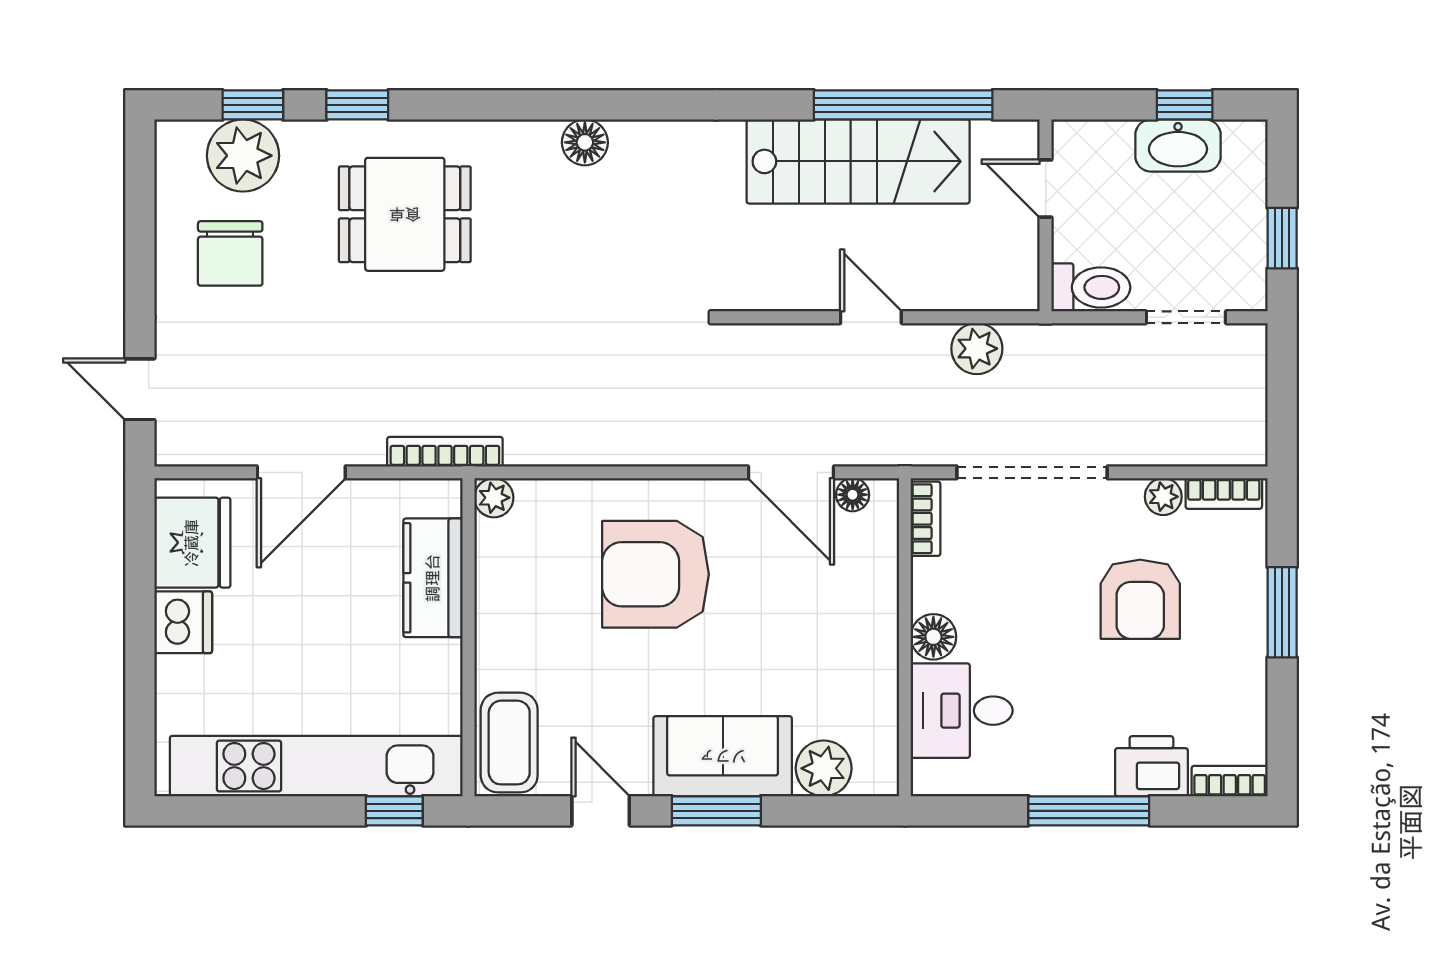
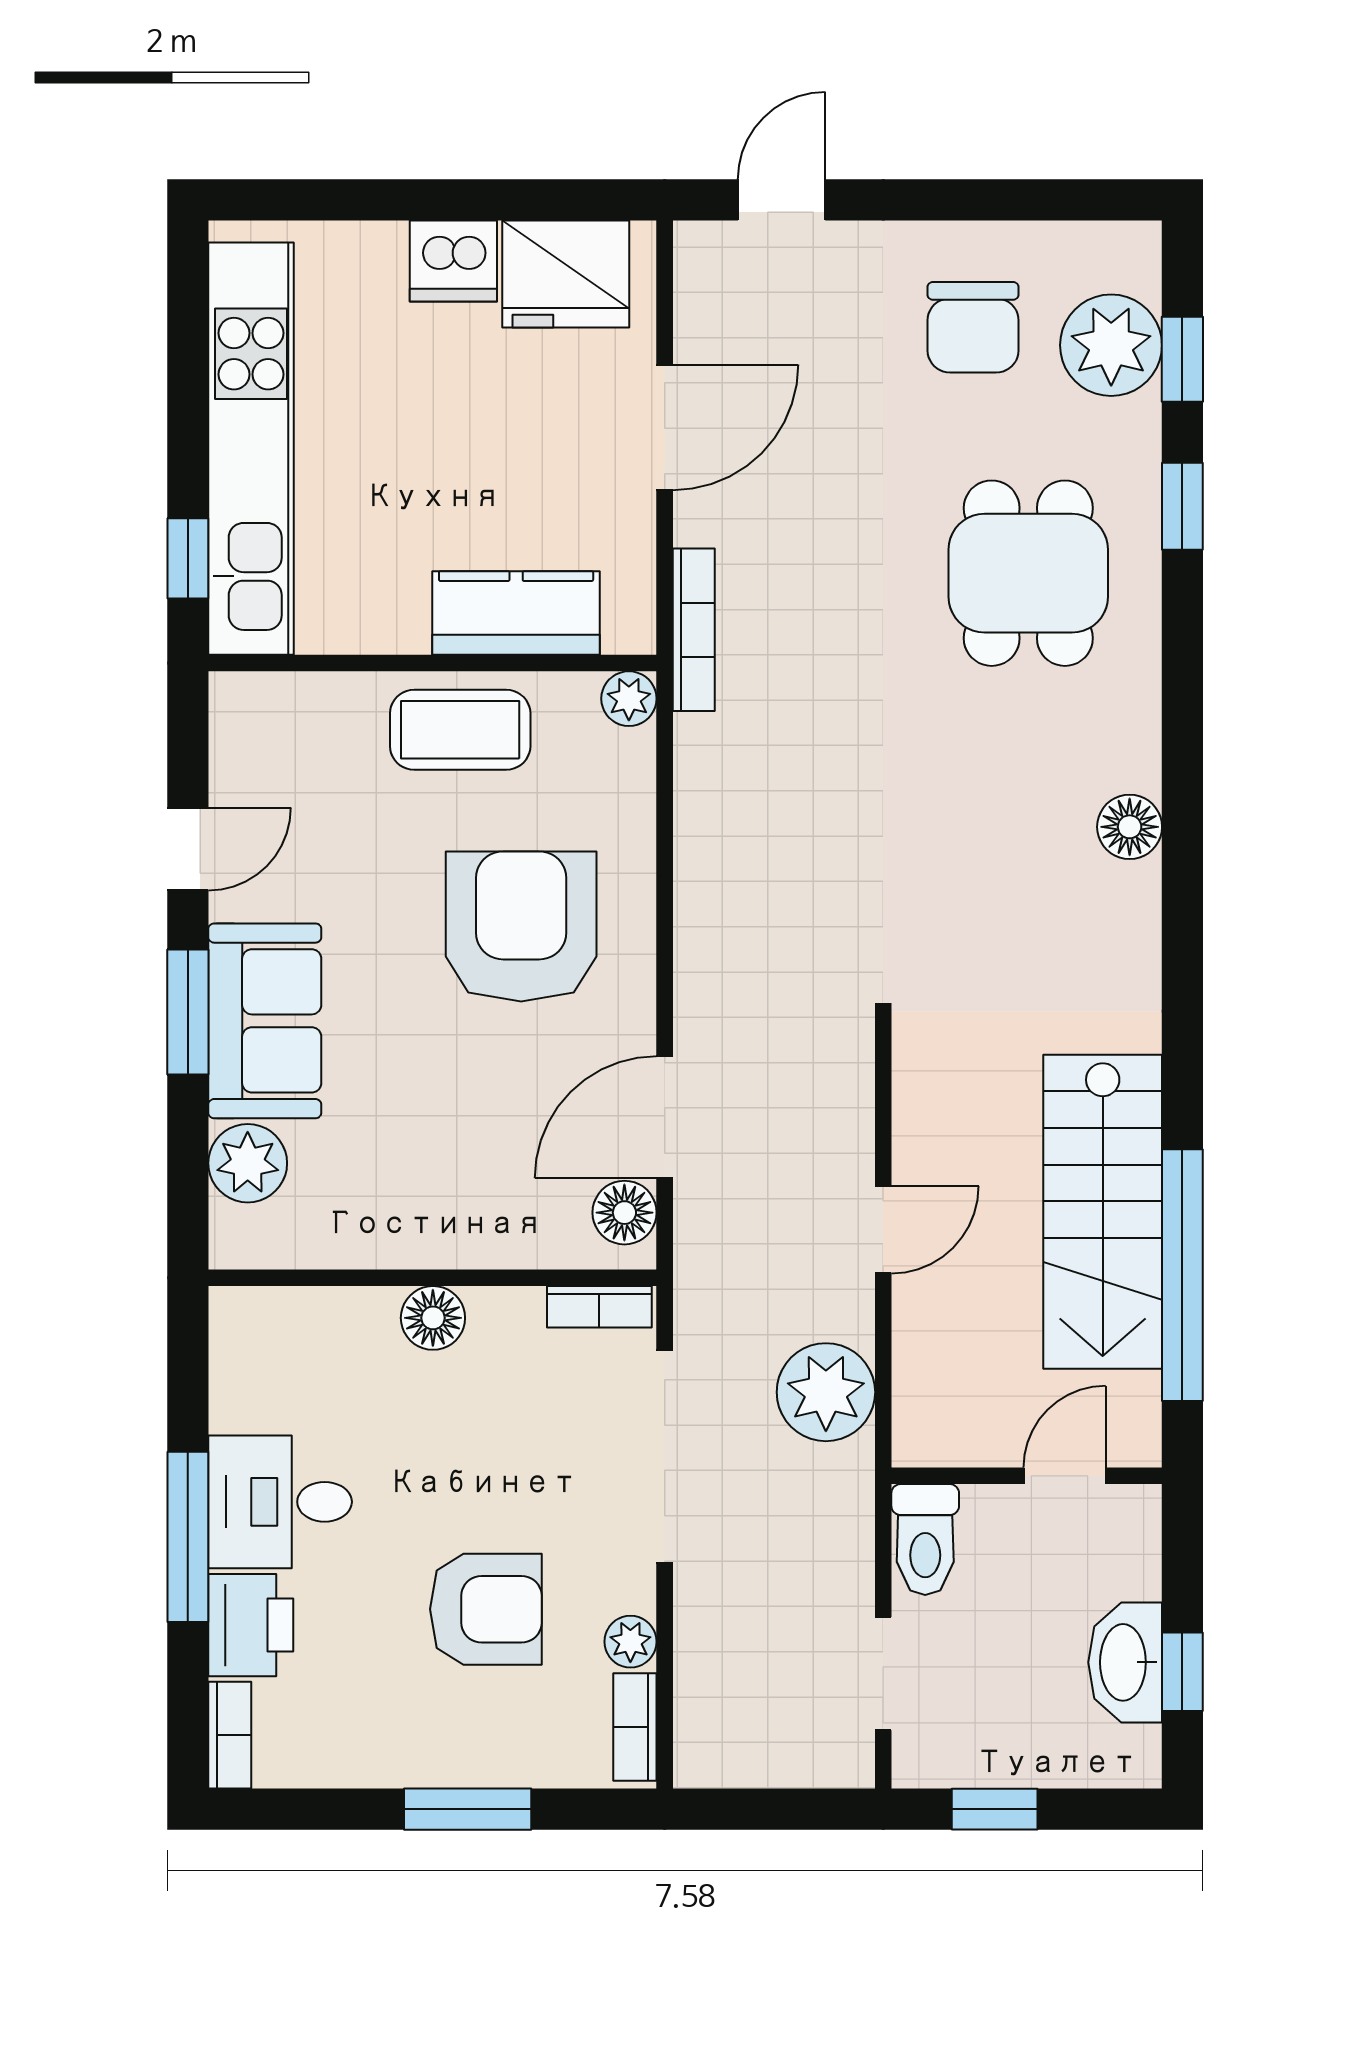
chair: (230, 253) -> (973, 327), turned -90
plant: (977, 349) -> (826, 1392), width x1.36, depth x1.36
door: (301, 472) -> (665, 427), swing flipped
floor lamp: (853, 495) -> (624, 1213), width x1.37, depth x1.37
armchair: (1140, 599) -> (486, 1609), turned 180
desk: (962, 711) -> (280, 1502), moved, turned -90
coffee table: (509, 743) -> (460, 730), moved

